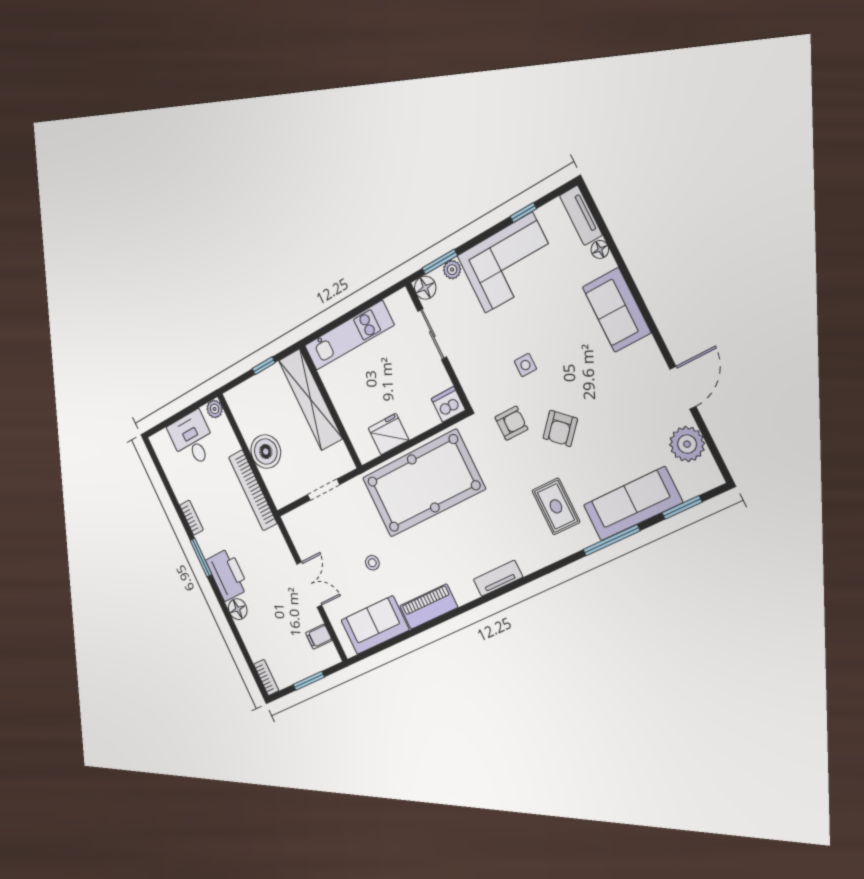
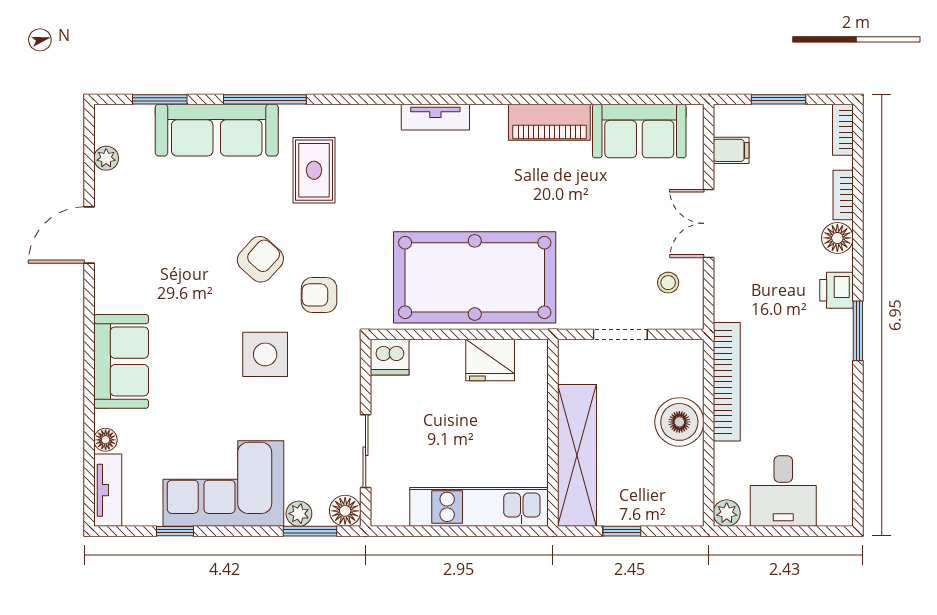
side table: (525, 365) -> (265, 354), width x1.87, depth x1.87
plant: (687, 444) -> (106, 158), width x0.53, depth x0.53
bookcase: (191, 518) -> (843, 195), moved
stool: (372, 563) -> (668, 283), moved
printer: (227, 575) -> (836, 290), width x0.53, depth x0.68

